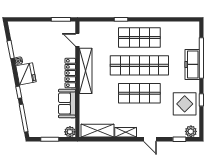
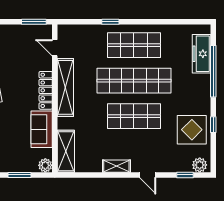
freezer: (192, 64) -> (201, 54), moved
shelving: (98, 131) -> (66, 151), moved, turned 90

